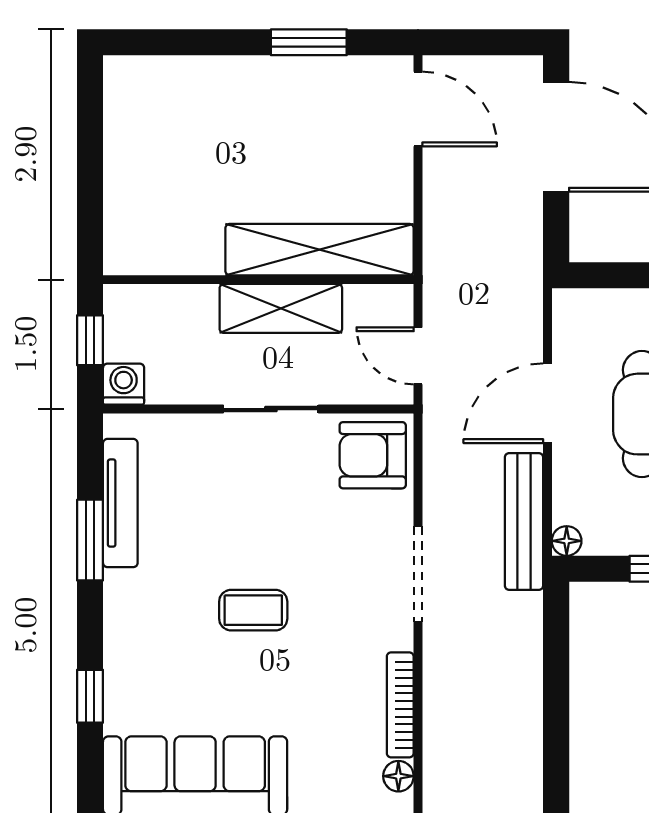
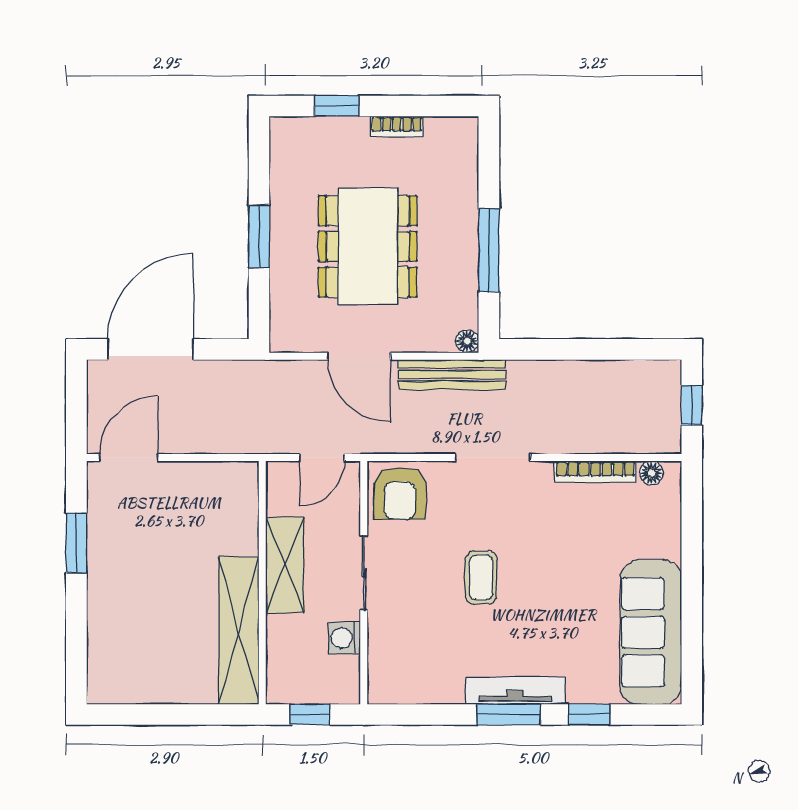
shelving: (320, 250) -> (239, 631), moved
washing machine: (124, 384) -> (344, 638), moved
tv unit: (120, 503) -> (515, 691), moved
window: (90, 540) -> (509, 715), moved
coffee table: (253, 610) -> (481, 577), moved

